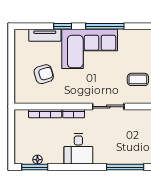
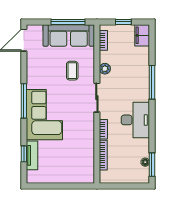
window: (63, 26) -> (24, 154), moved
armchair: (44, 74) -> (67, 156), removed
plant: (140, 115) -> (105, 69), added
desk: (78, 149) -> (135, 120), width x1.37

